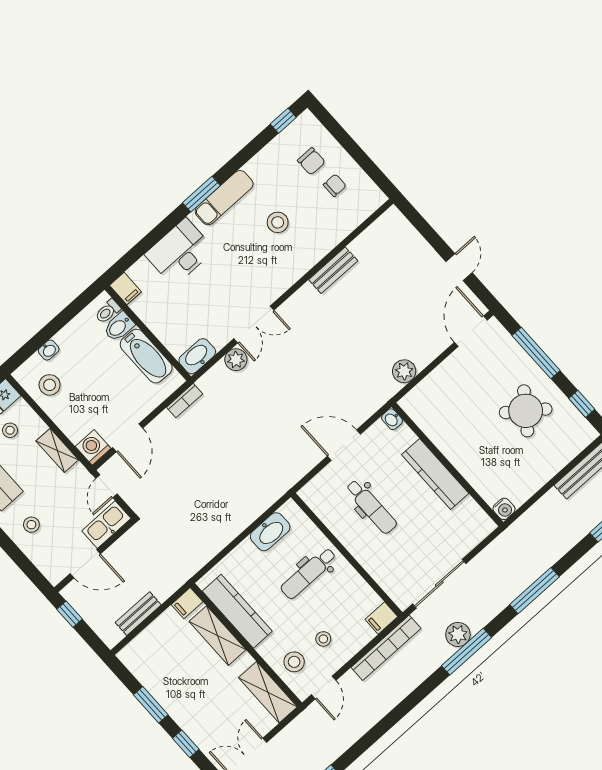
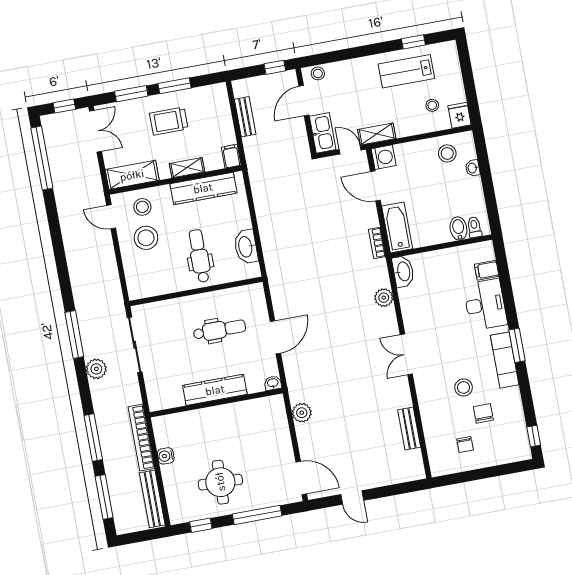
chair: (311, 161) -> (483, 413), moved, turned 90
bench: (333, 270) -> (409, 429), moved
filing cabinet: (125, 289) -> (487, 270), moved
double door: (254, 324) -> (406, 354), moved
bathtub: (146, 356) -> (397, 227), moved, turned 90
round table: (526, 411) -> (220, 482), turned -35
shelving: (57, 450) -> (377, 134), moved
dental chair: (371, 507) -> (220, 330), turned 180
water cooler: (504, 509) -> (166, 456), moved
stool: (31, 525) -> (318, 73), moved
window: (534, 591) -> (93, 437), moved
filing cabinet: (381, 618) -> (135, 288), removed
plant: (458, 634) -> (96, 369), moved
shelving: (217, 636) -> (187, 168), width x0.67, depth x0.75
stool: (323, 639) -> (146, 238), width x1.89, depth x1.89
bookcase: (386, 648) -> (141, 438), moved
trolley: (190, 689) -> (169, 121), added
window: (186, 744) -> (131, 94), width x1.50

